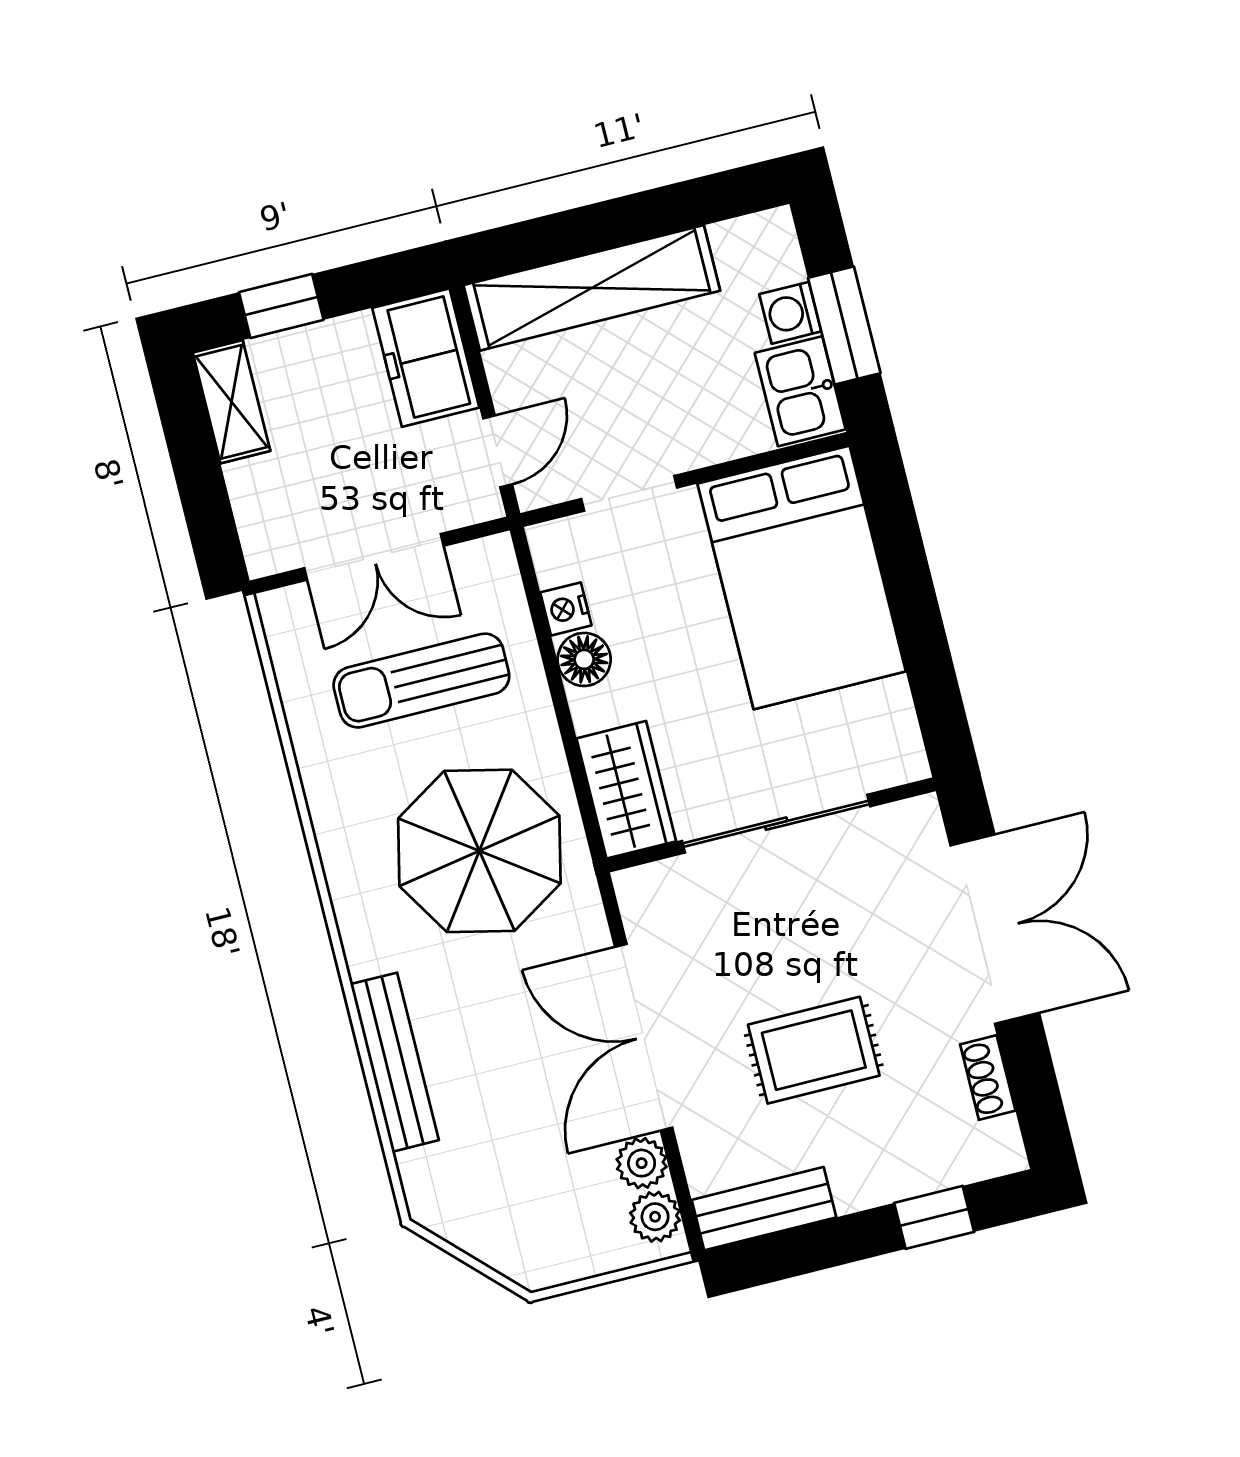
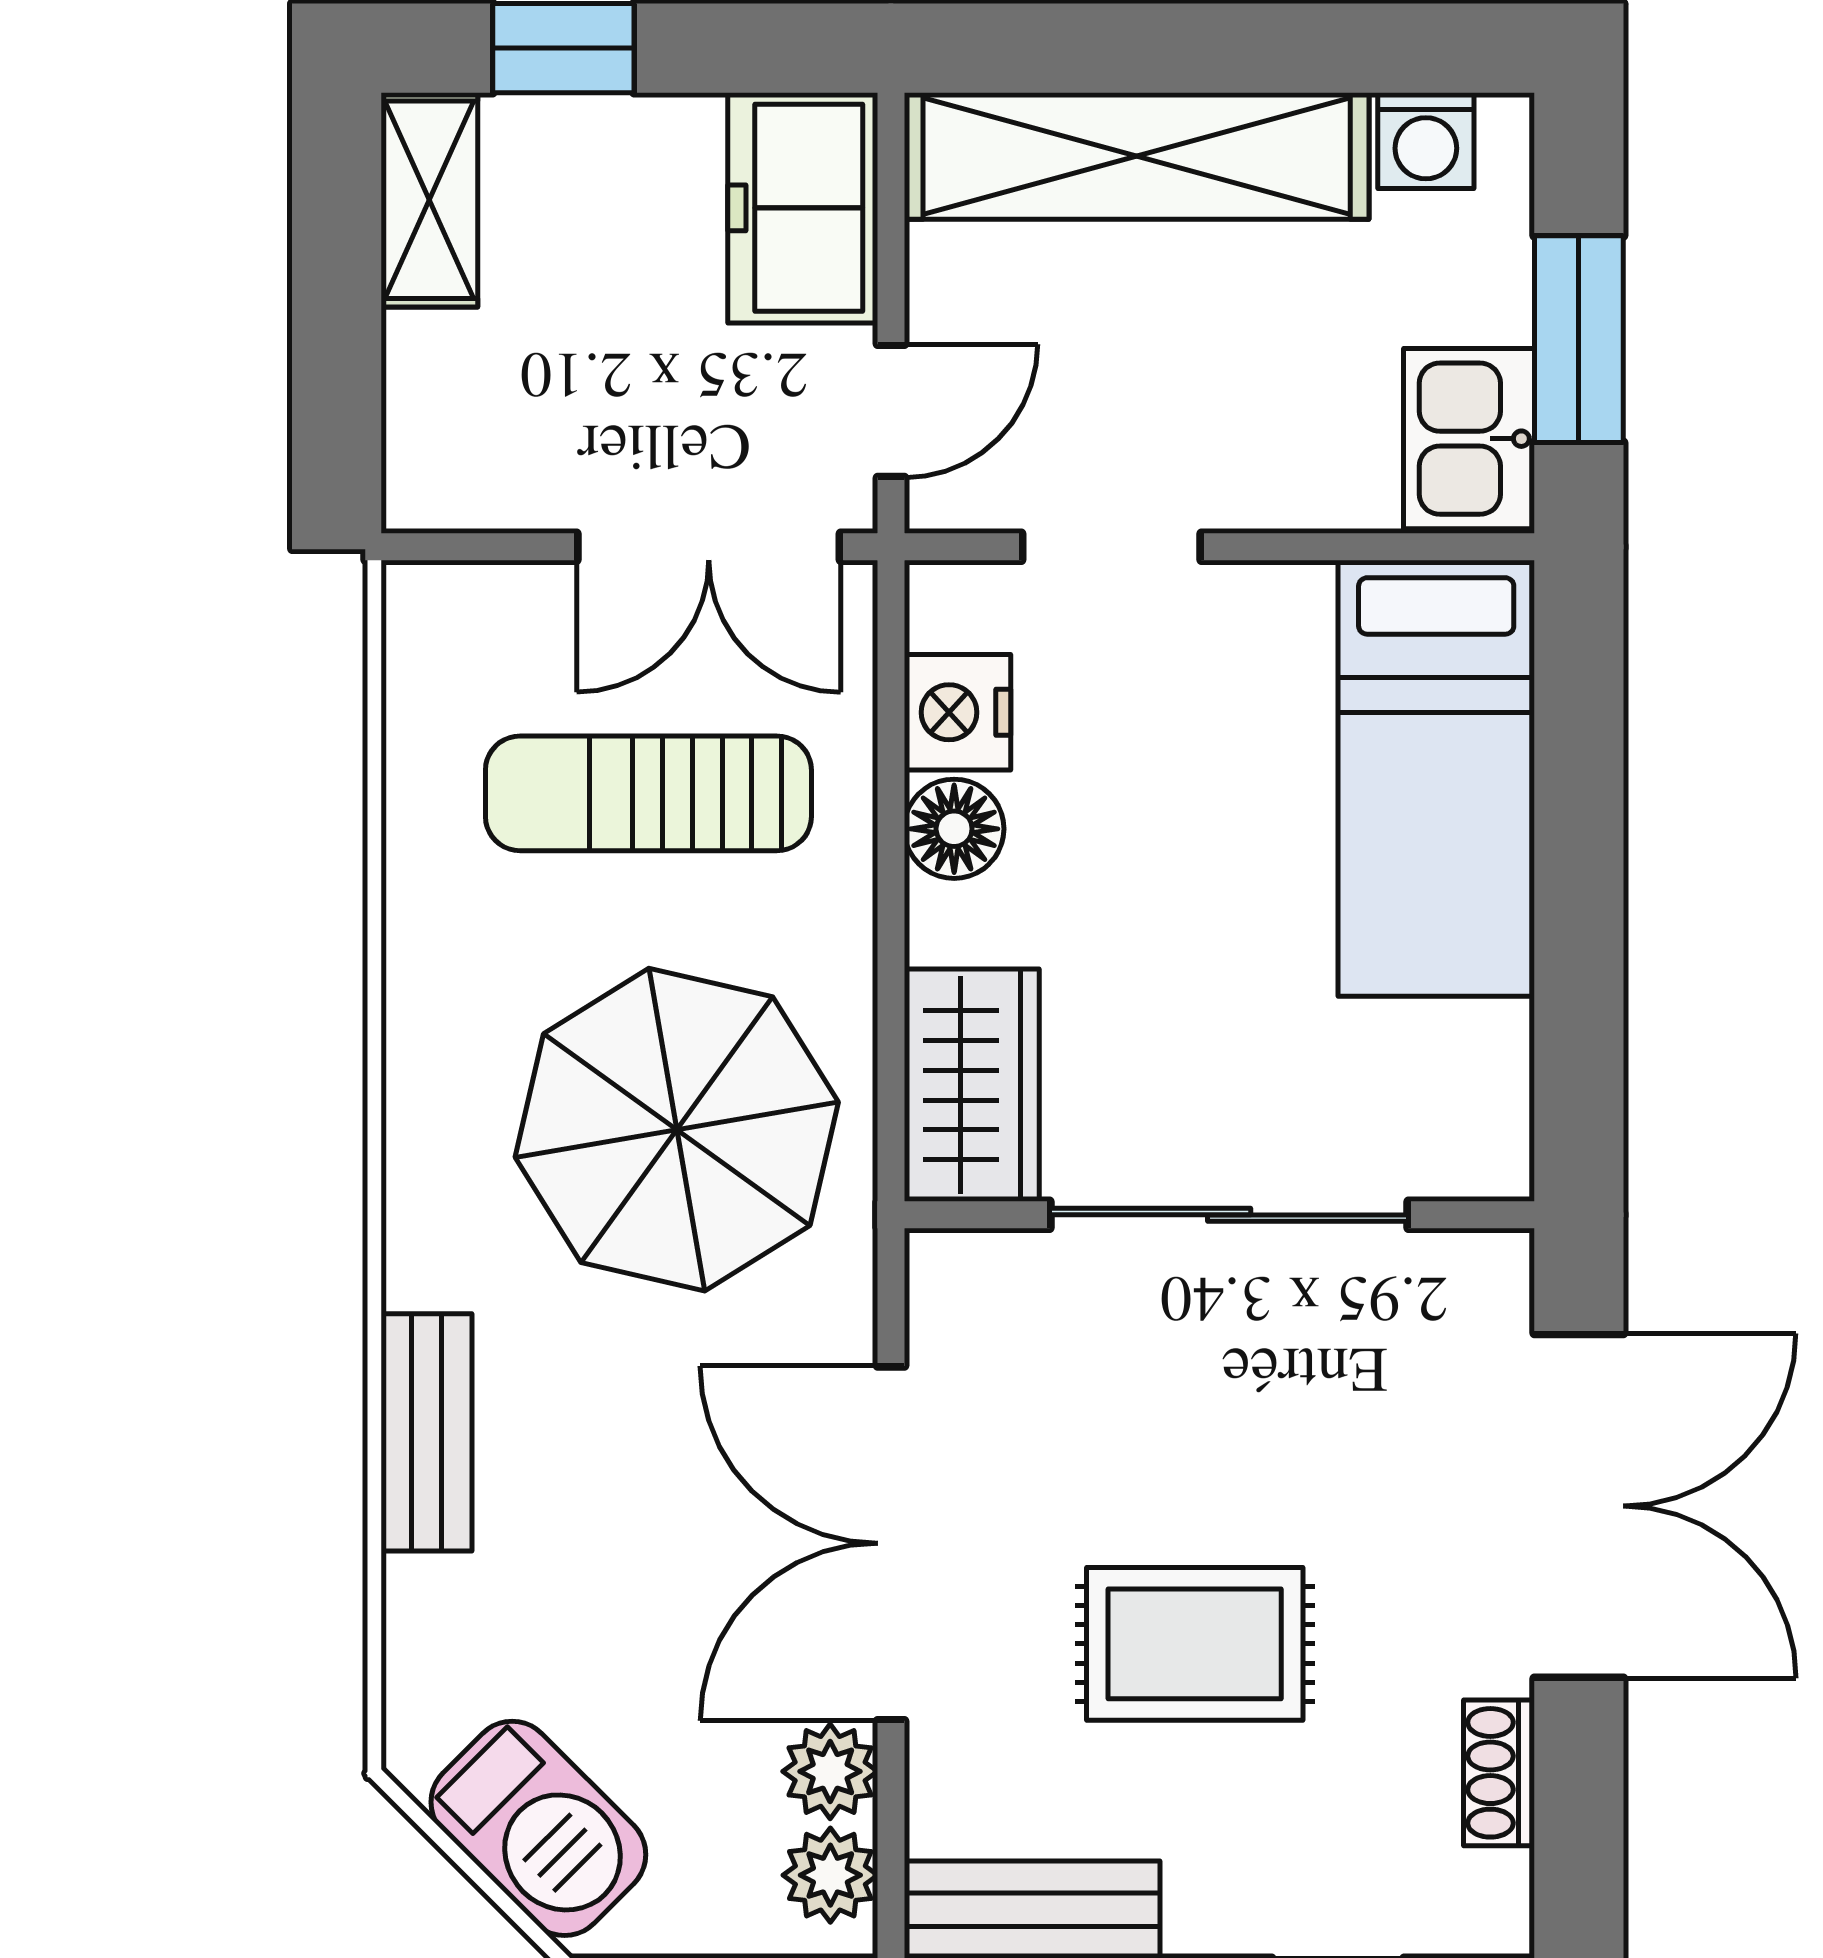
washing machine: (790, 313) -> (1426, 141), moved, turned -90
double door: (374, 557) -> (709, 547), moved
bed: (802, 577) -> (1436, 778), width x0.67
nightstand: (566, 609) -> (958, 712), width x1.39, depth x1.35
bench: (395, 1062) -> (426, 1432), width x0.73
barbecue: (498, 1230) -> (538, 1828), added

